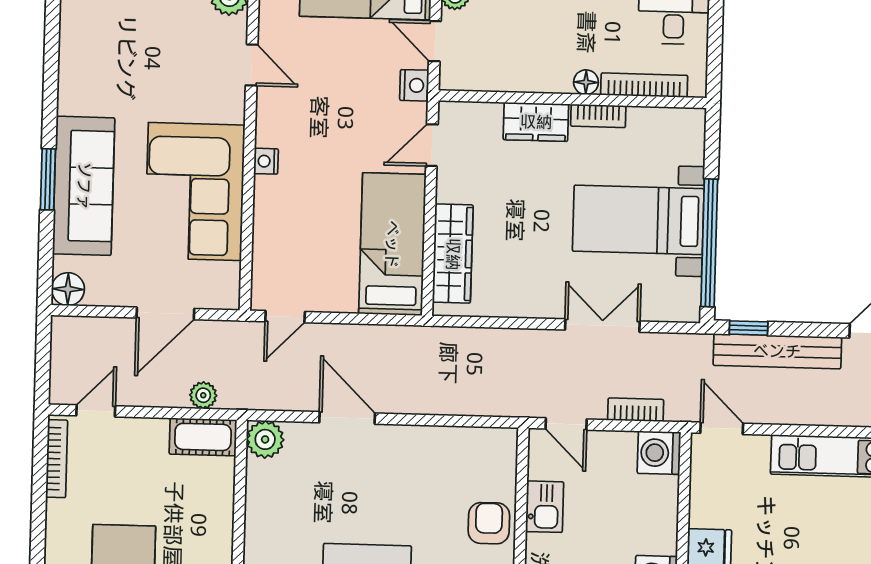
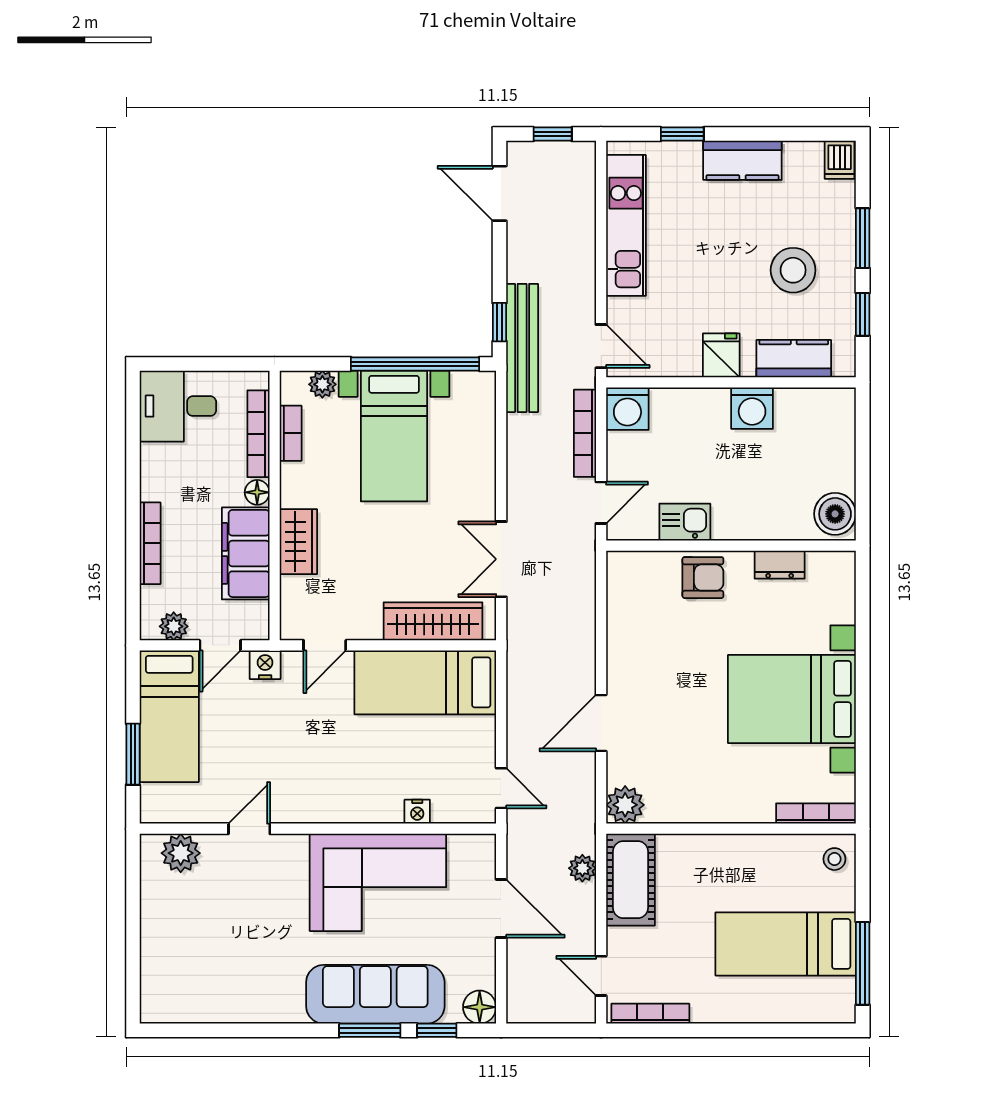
filing cabinet: (526, 69) -> (246, 553), added
bookcase: (598, 116) -> (291, 433), moved
door: (432, 145) -> (325, 645), hinge flipped
plant: (692, 150) -> (322, 384), added
nightstand: (266, 161) -> (417, 812), moved
window: (46, 246) -> (437, 1030), added
double door: (602, 326) -> (501, 559), moved
bench: (777, 351) -> (522, 348), moved
bookcase: (636, 410) -> (585, 433), width x1.56
door: (722, 428) -> (601, 346), swing flipped
cot: (203, 437) -> (630, 880), width x1.37, depth x1.34
armchair: (489, 523) -> (703, 578), turned 180

